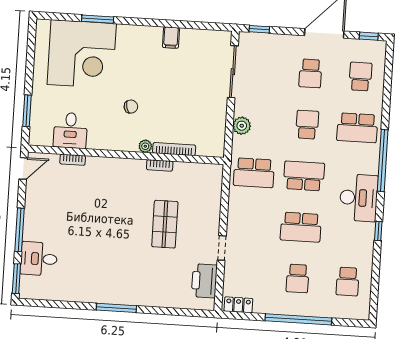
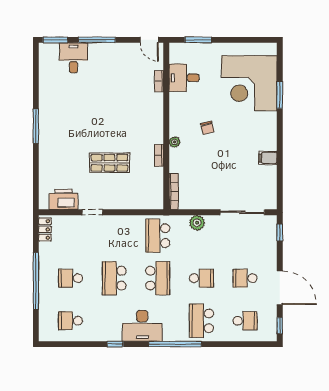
bookcase: (174, 149) -> (174, 191), moved

